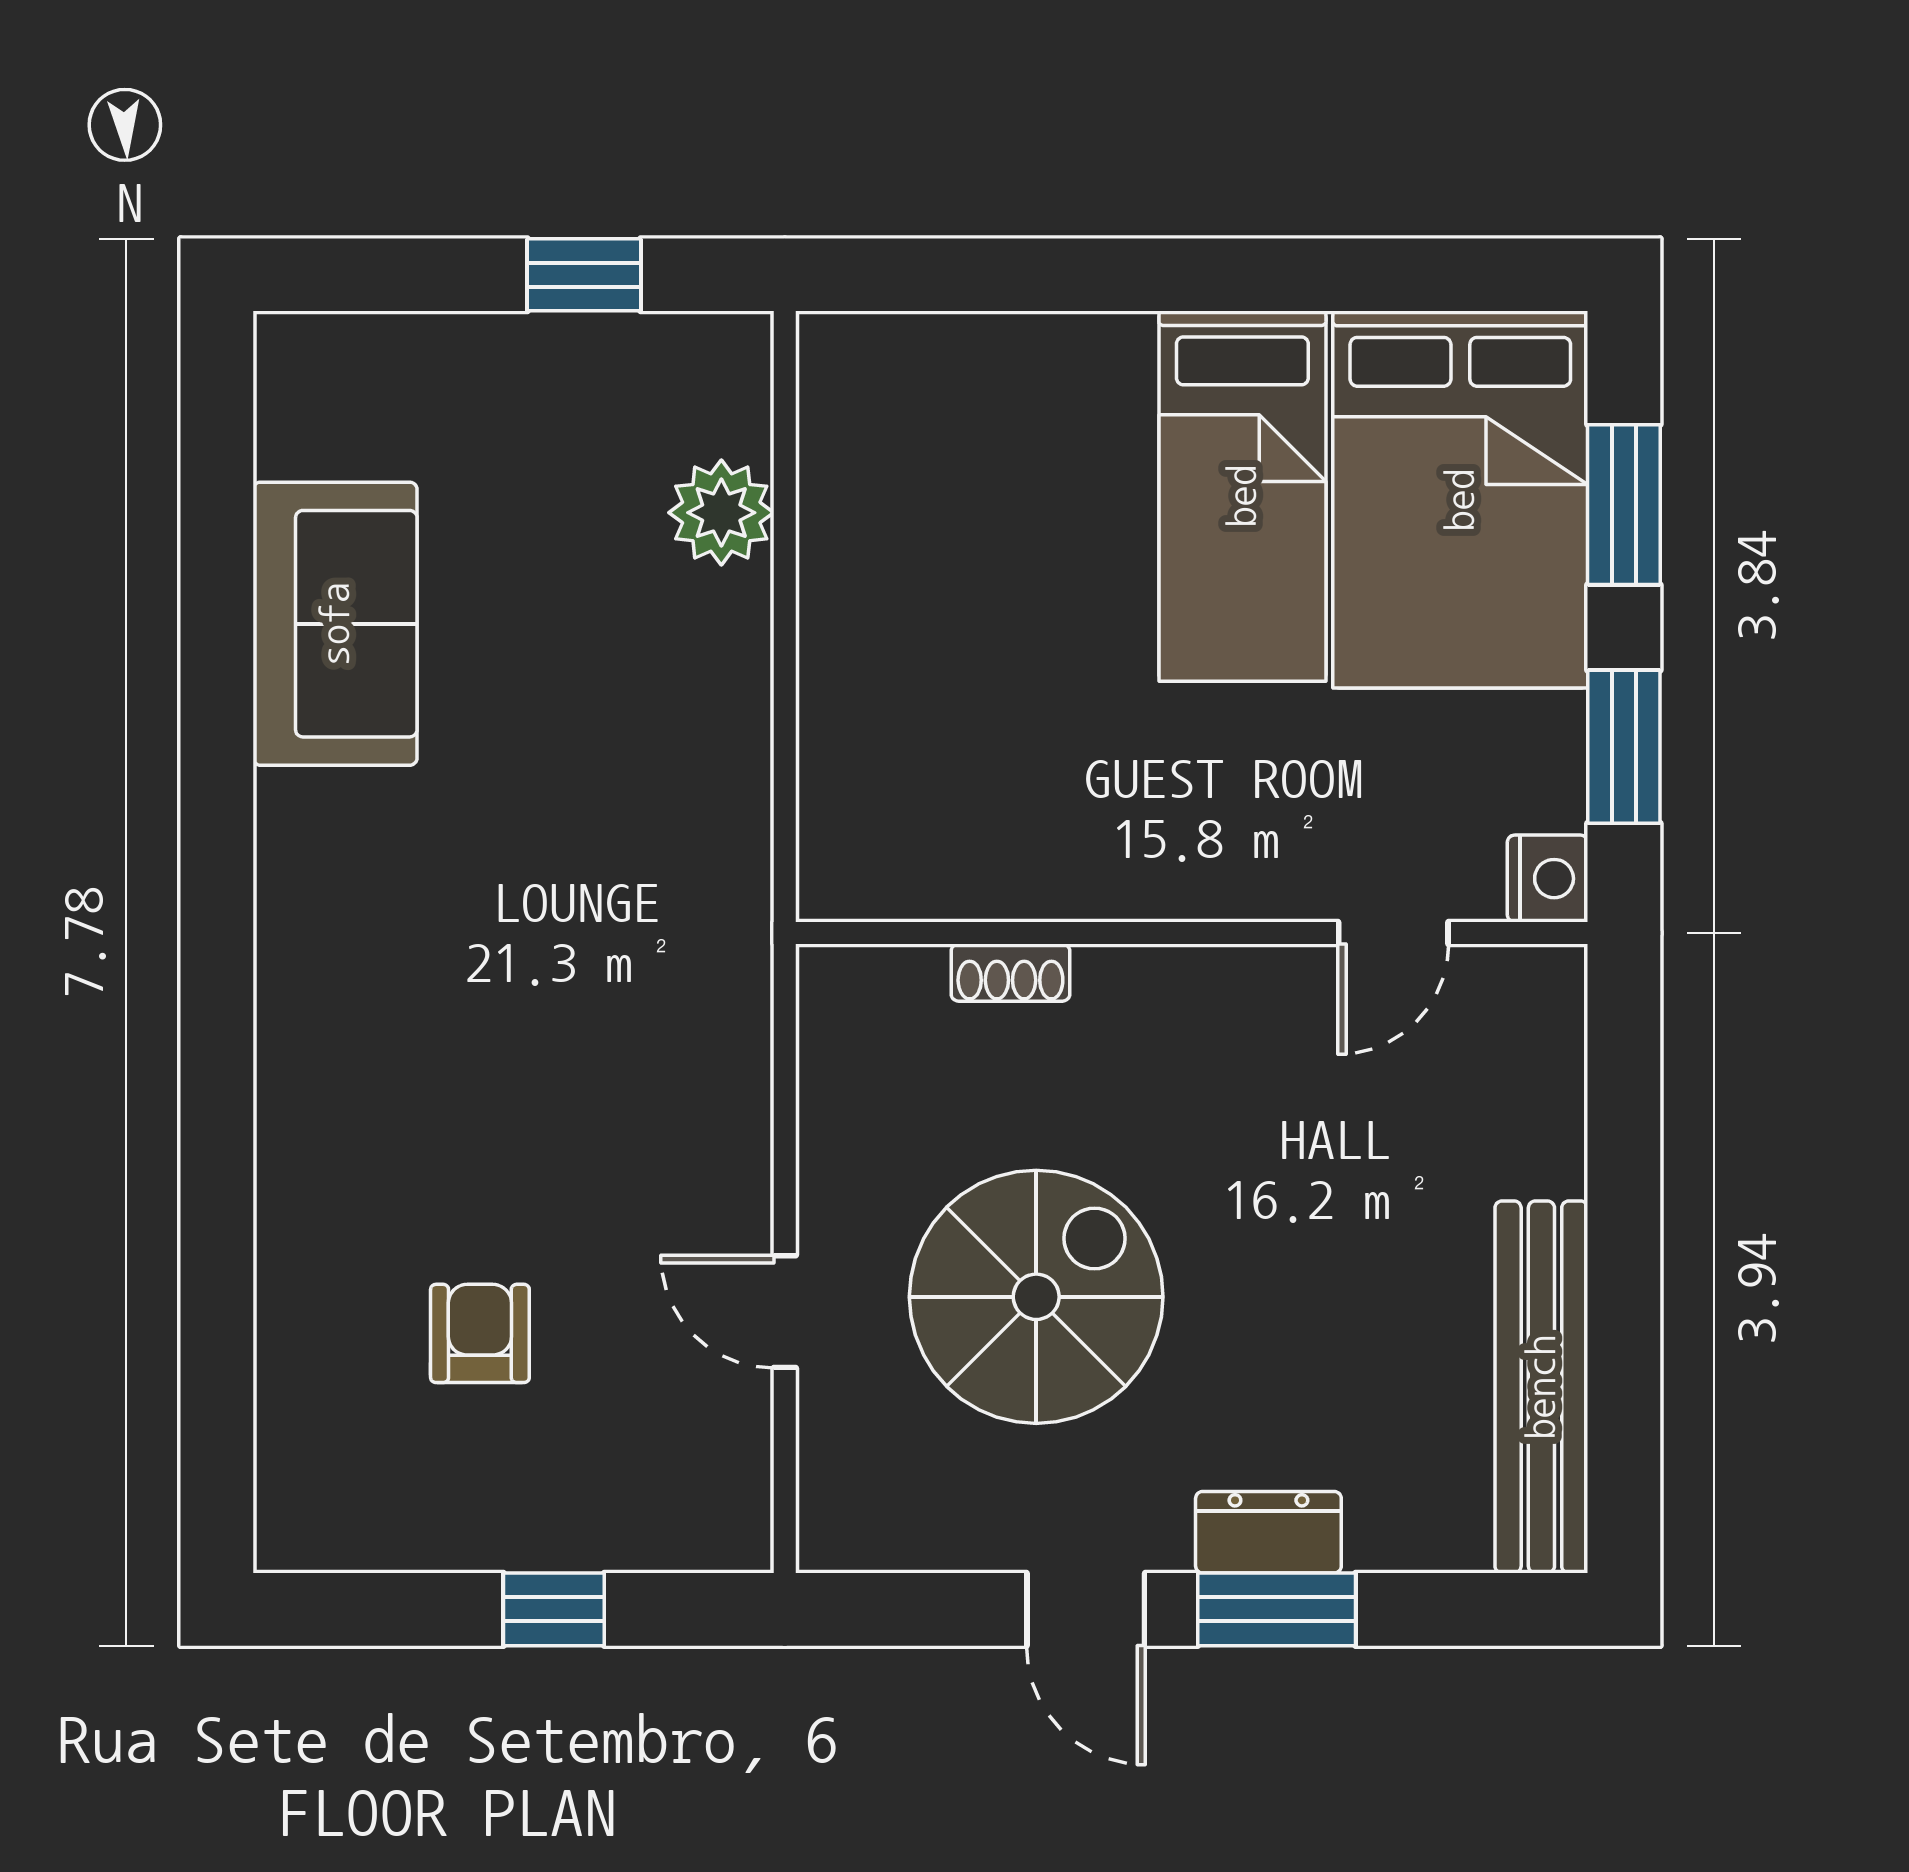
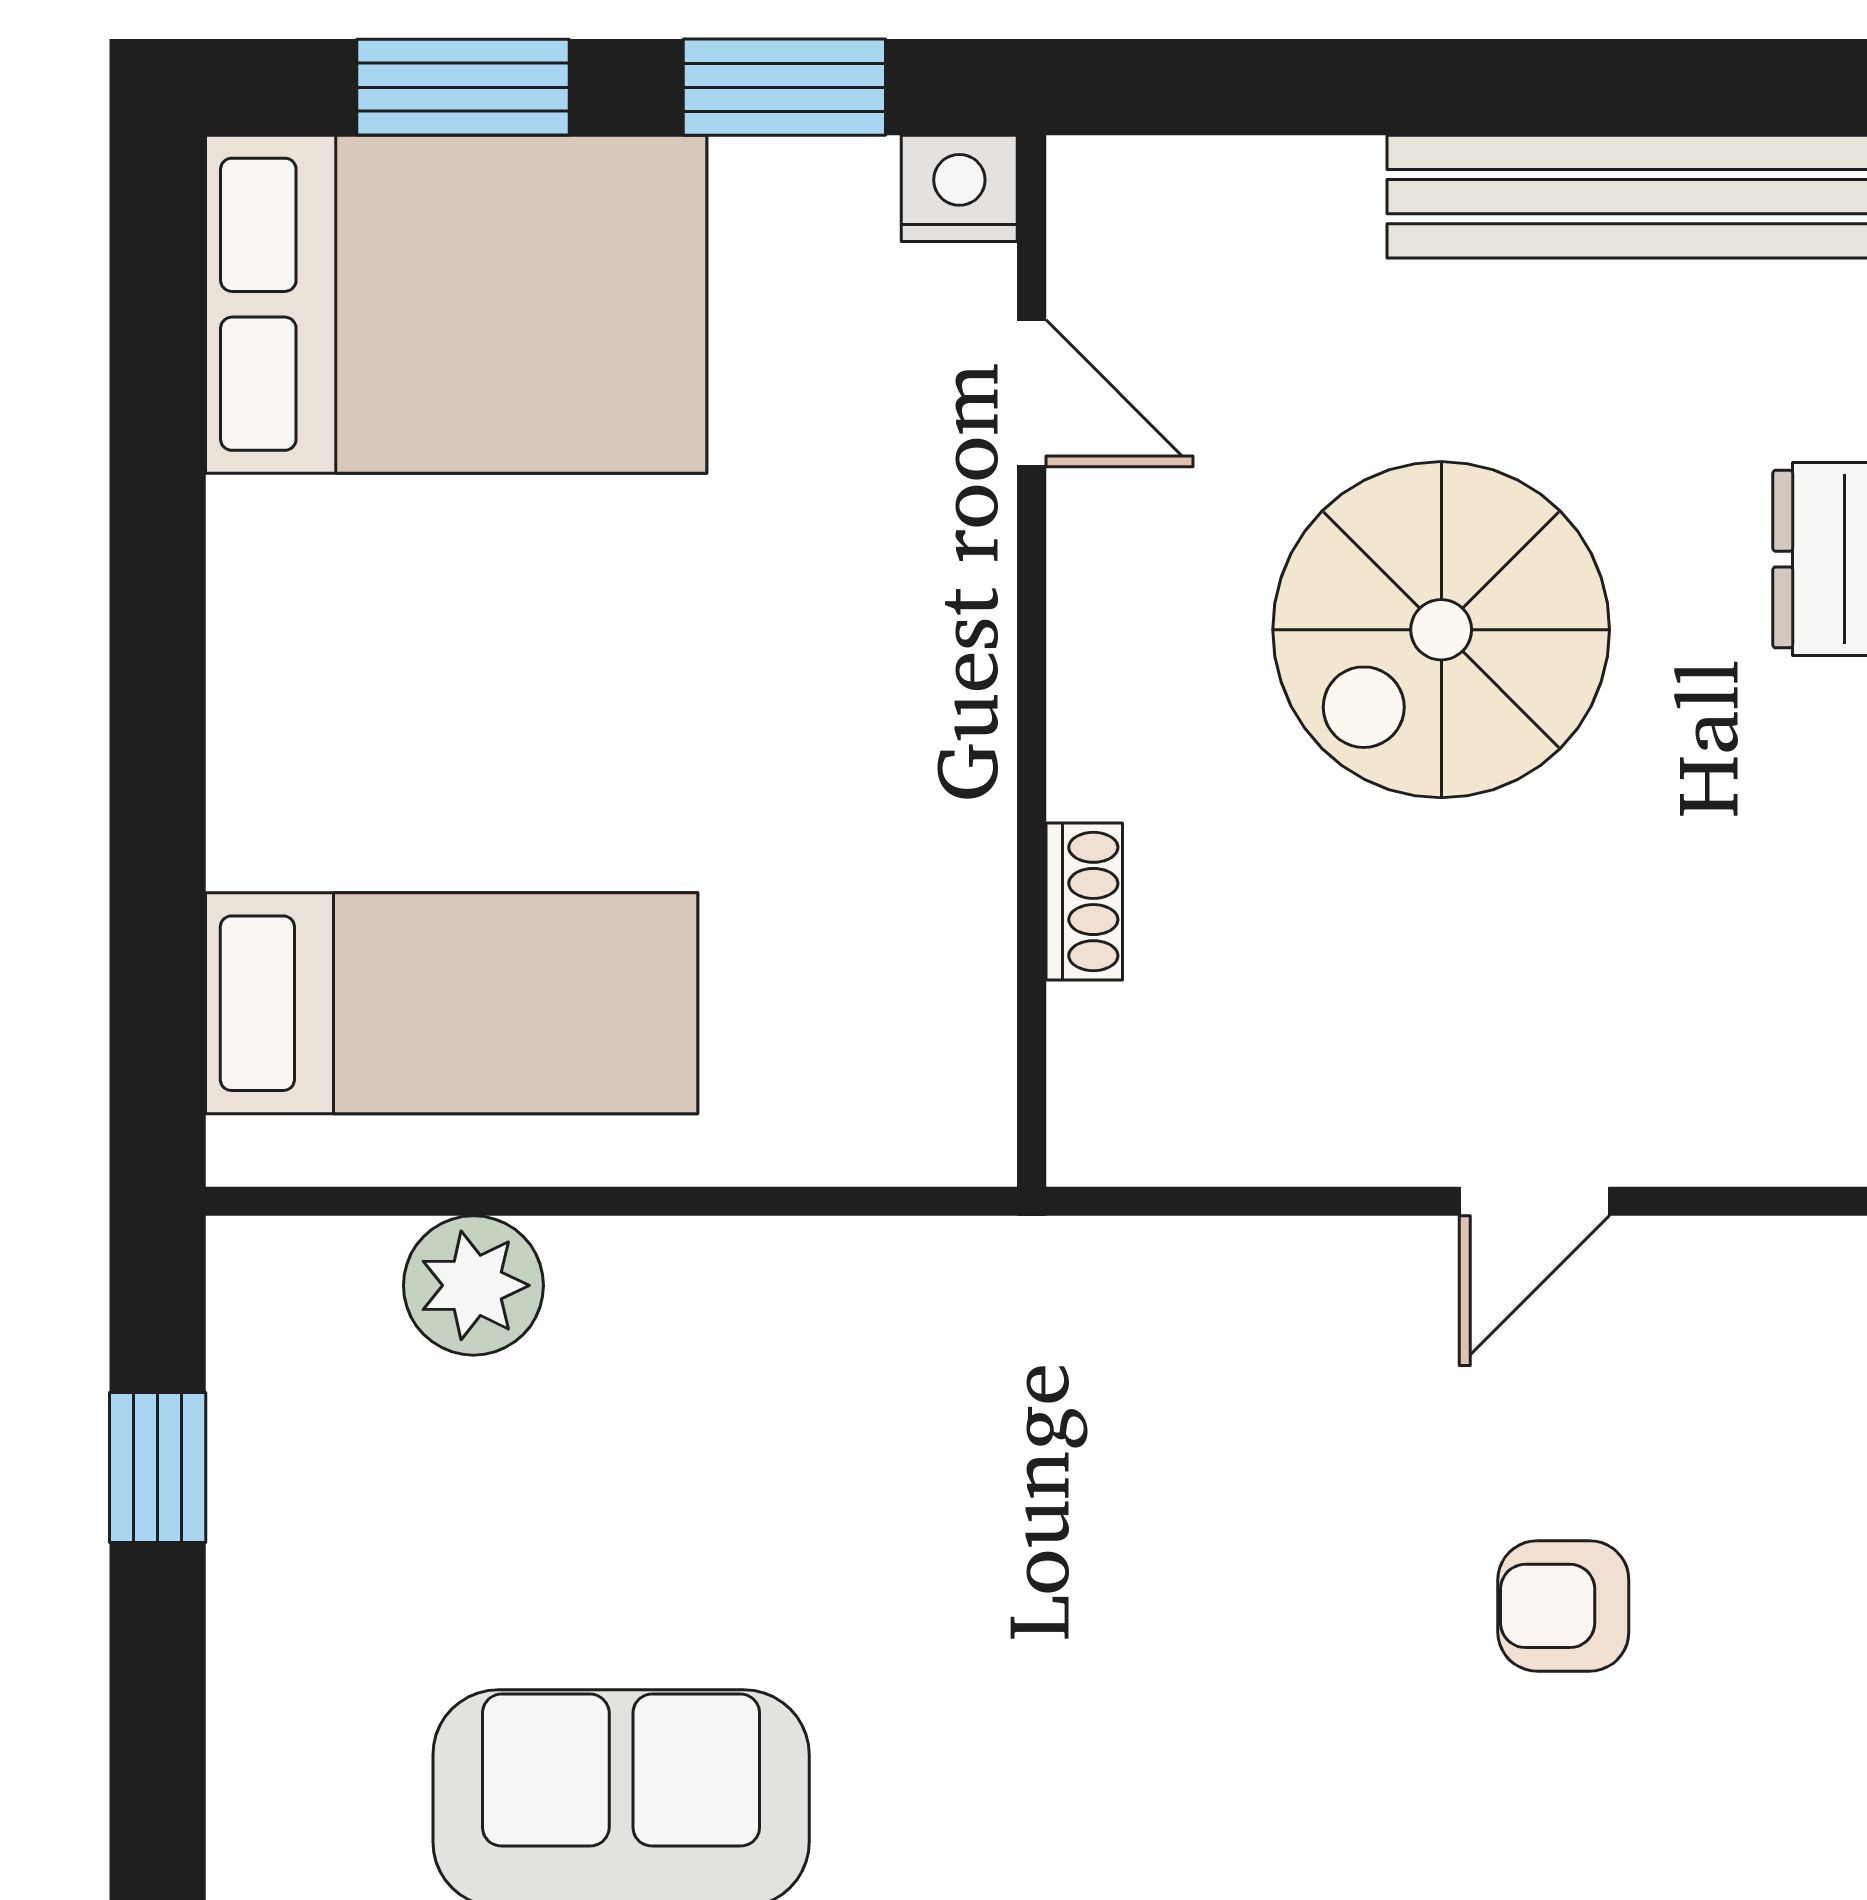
bed: (1242, 496) -> (452, 1003), moved
spiral stairs: (1036, 1297) -> (1441, 630), moved, turned -90

